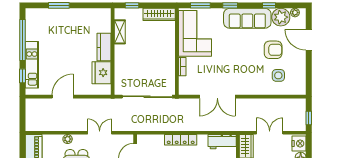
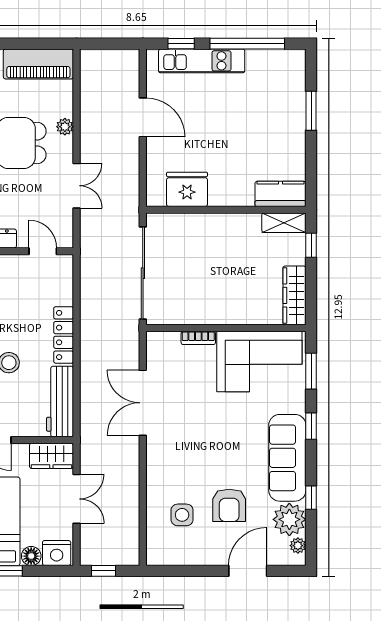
shelving: (120, 32) -> (284, 223), moved
kitchen counter: (104, 47) -> (280, 194), moved
workbench: (222, 142) -> (60, 402), width x1.38

